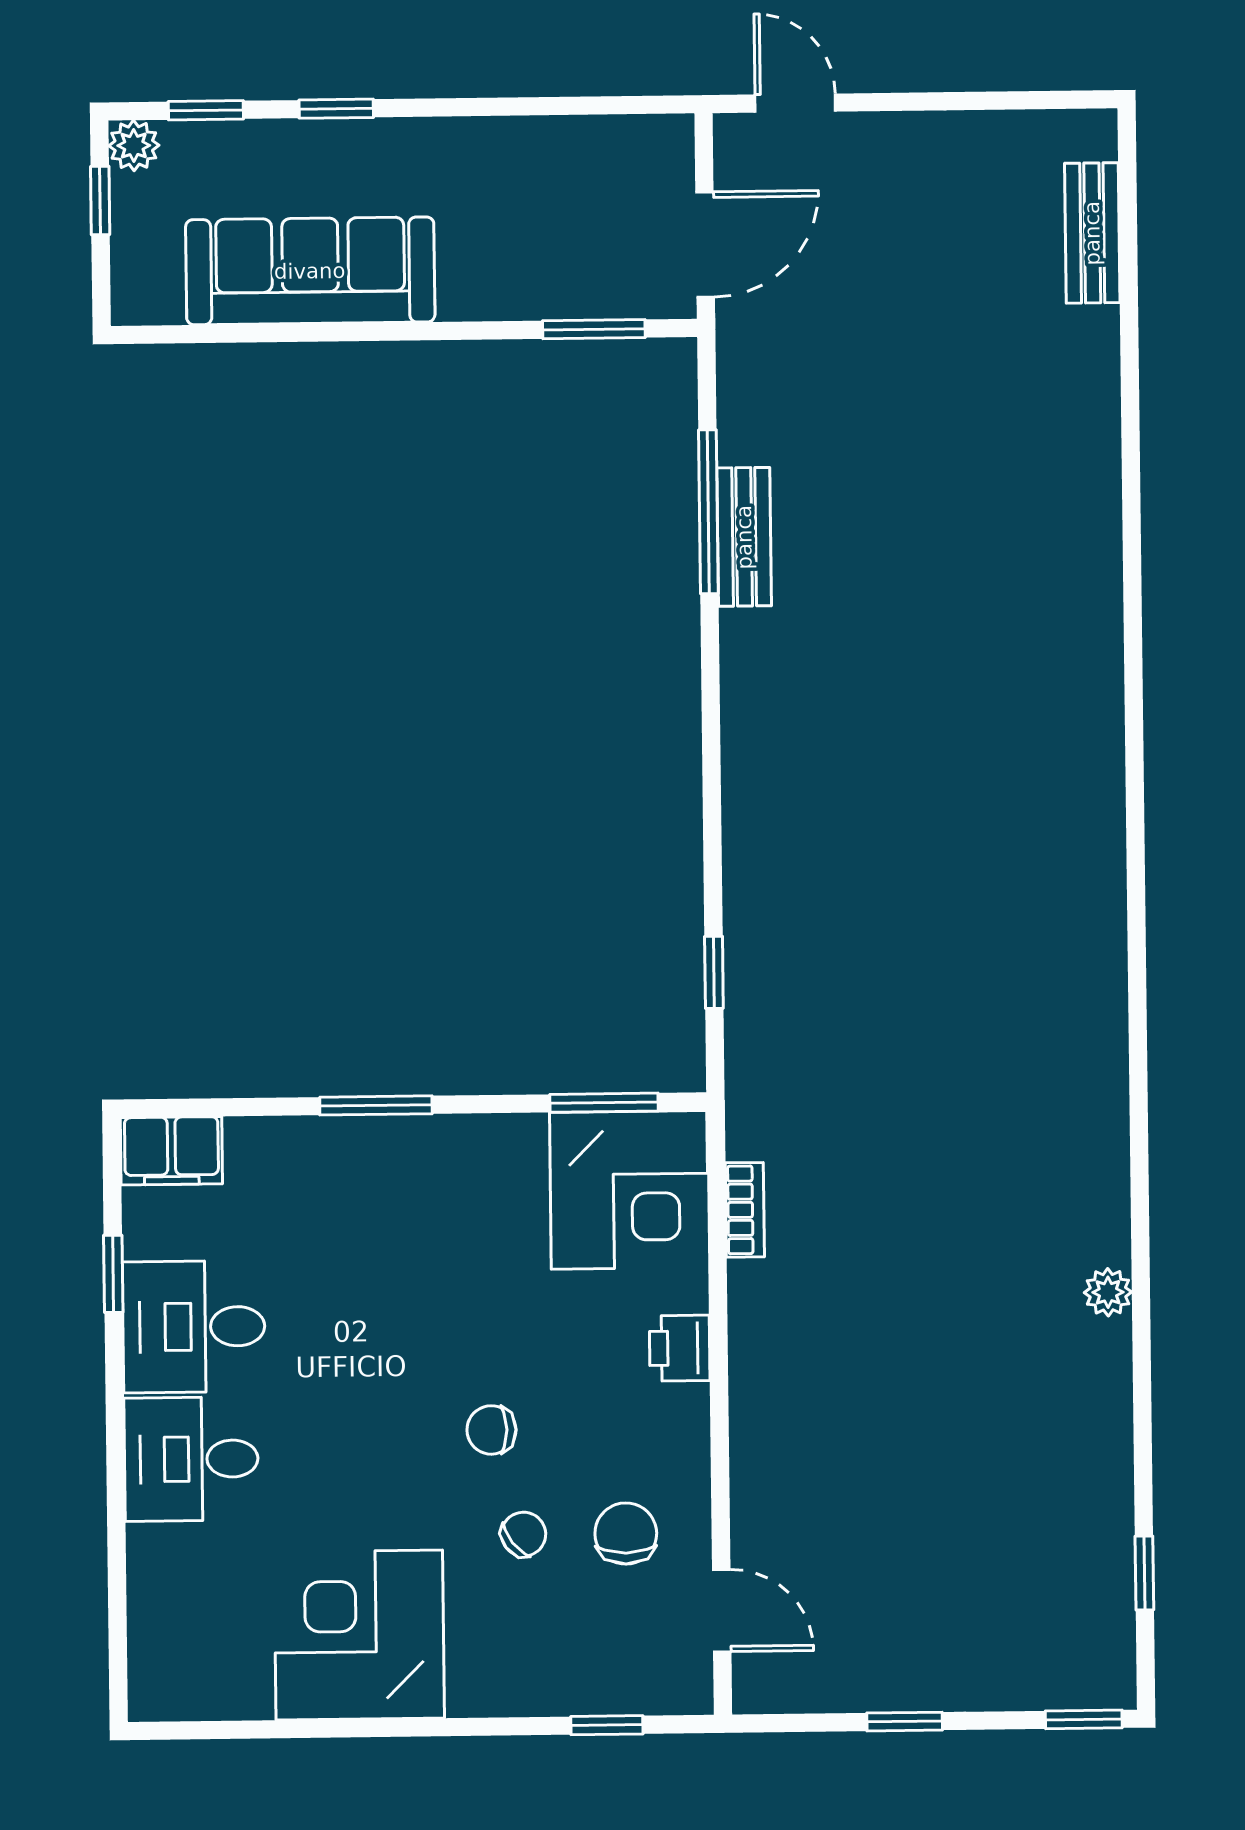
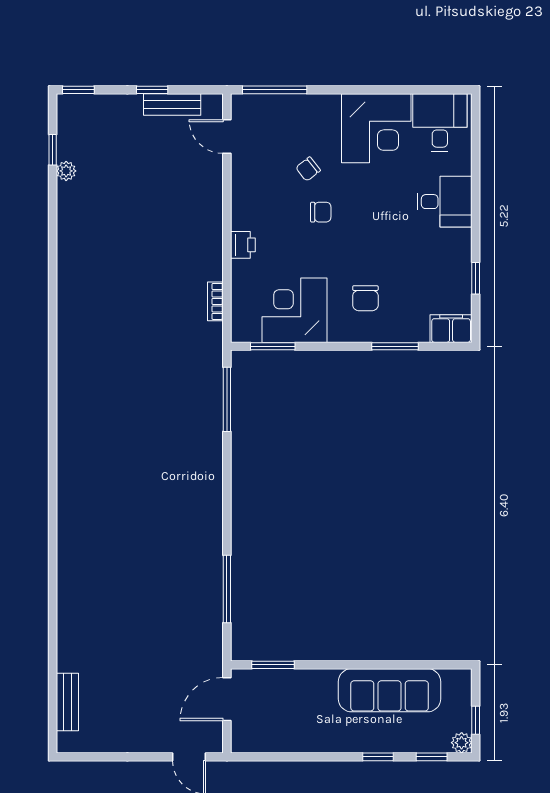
bench: (744, 537) -> (172, 105), moved, turned 90
window: (714, 972) -> (227, 399), width x2.17
window: (376, 1105) -> (395, 346), moved
corner desk: (629, 1190) -> (294, 310), moved
plant: (1108, 1292) -> (66, 171), moved
desk: (194, 1327) -> (440, 123), moved, turned -90
chair: (626, 1534) -> (365, 298), moved
window: (607, 1725) -> (275, 90), width x2.17

